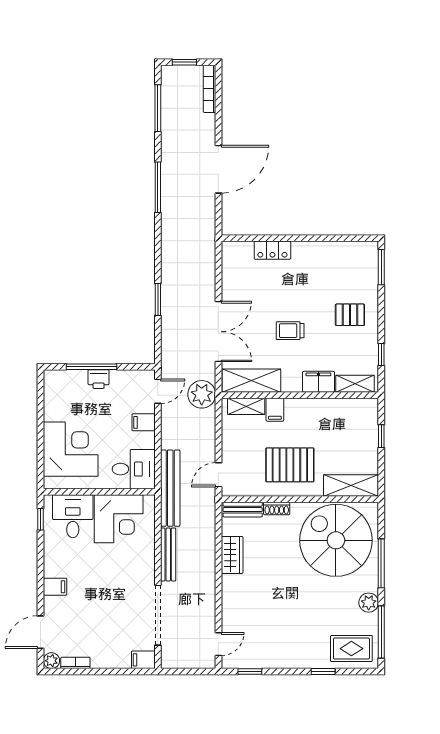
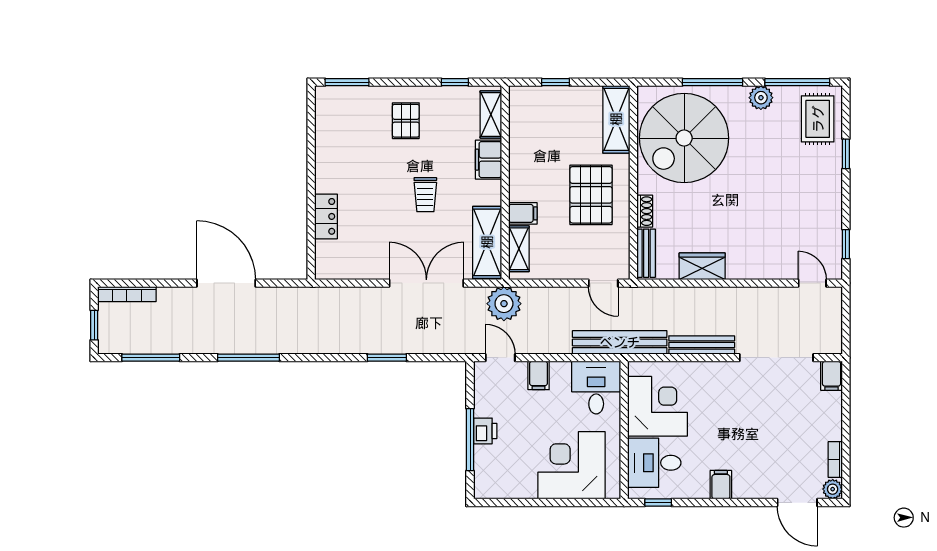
filing cabinet: (55, 587) -> (721, 485), moved

